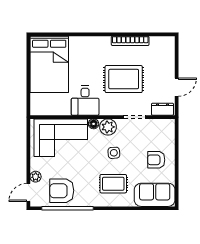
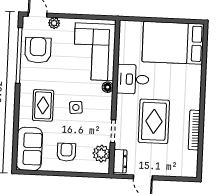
plant: (108, 127) -> (101, 154), moved

